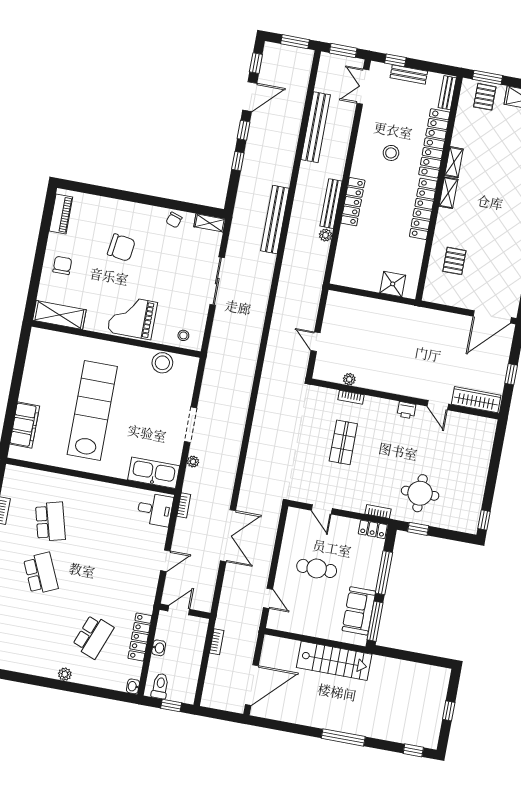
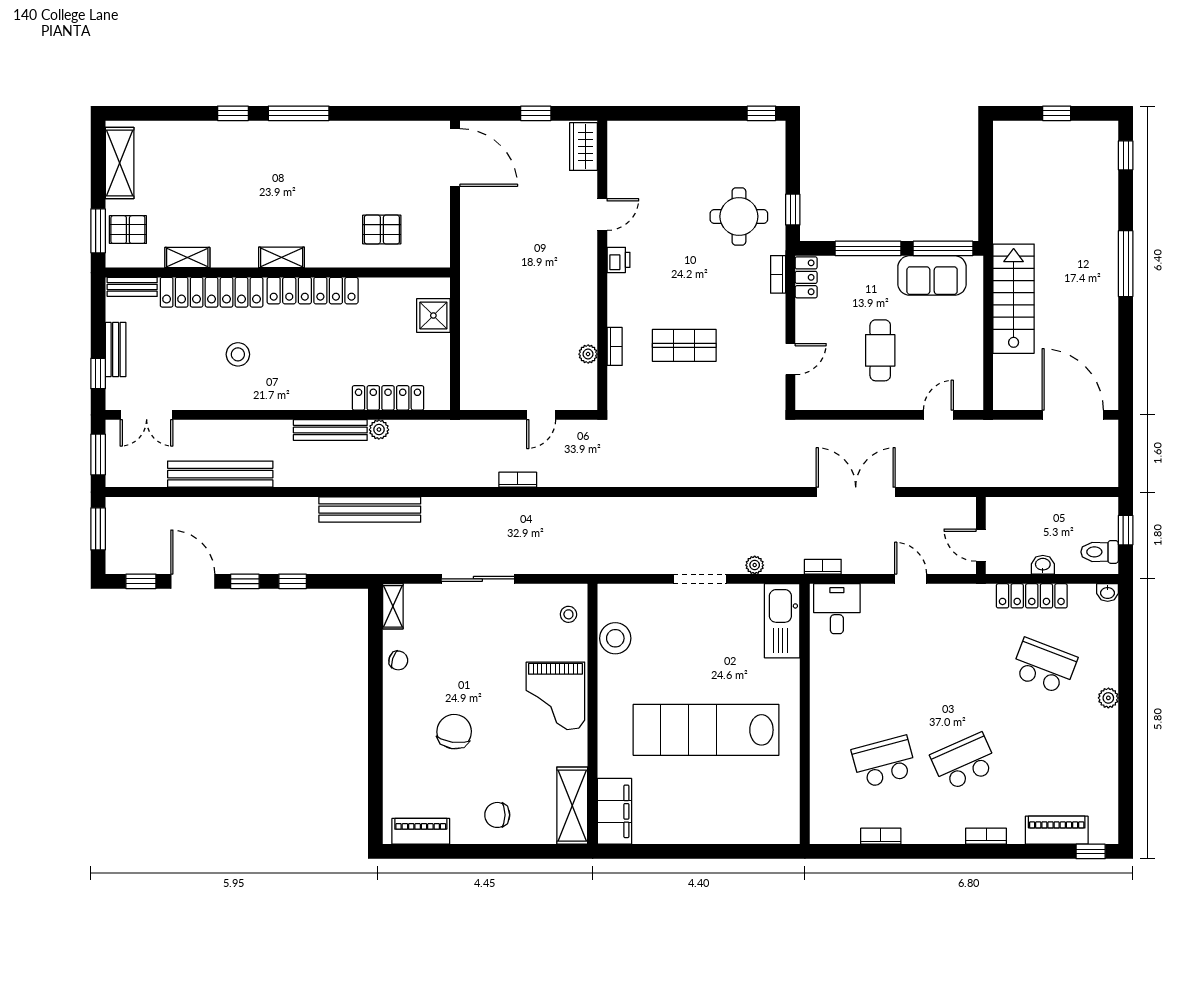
shelving: (454, 162) -> (187, 258), moved
locker: (353, 202) -> (388, 398), moved
wardrobe: (476, 400) -> (583, 147), width x0.67
filing cabinet: (25, 425) -> (614, 811), moved, turned 90
bookcase: (217, 642) -> (518, 480), moved

